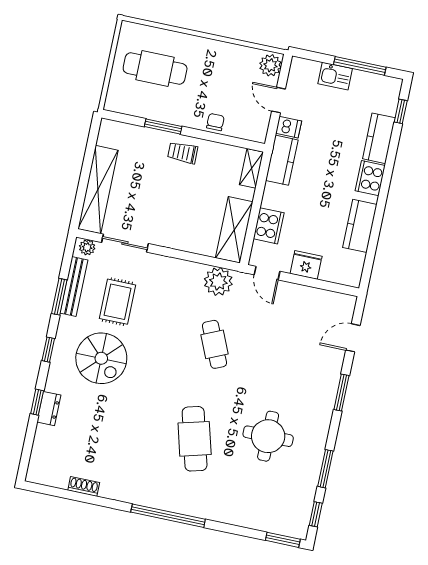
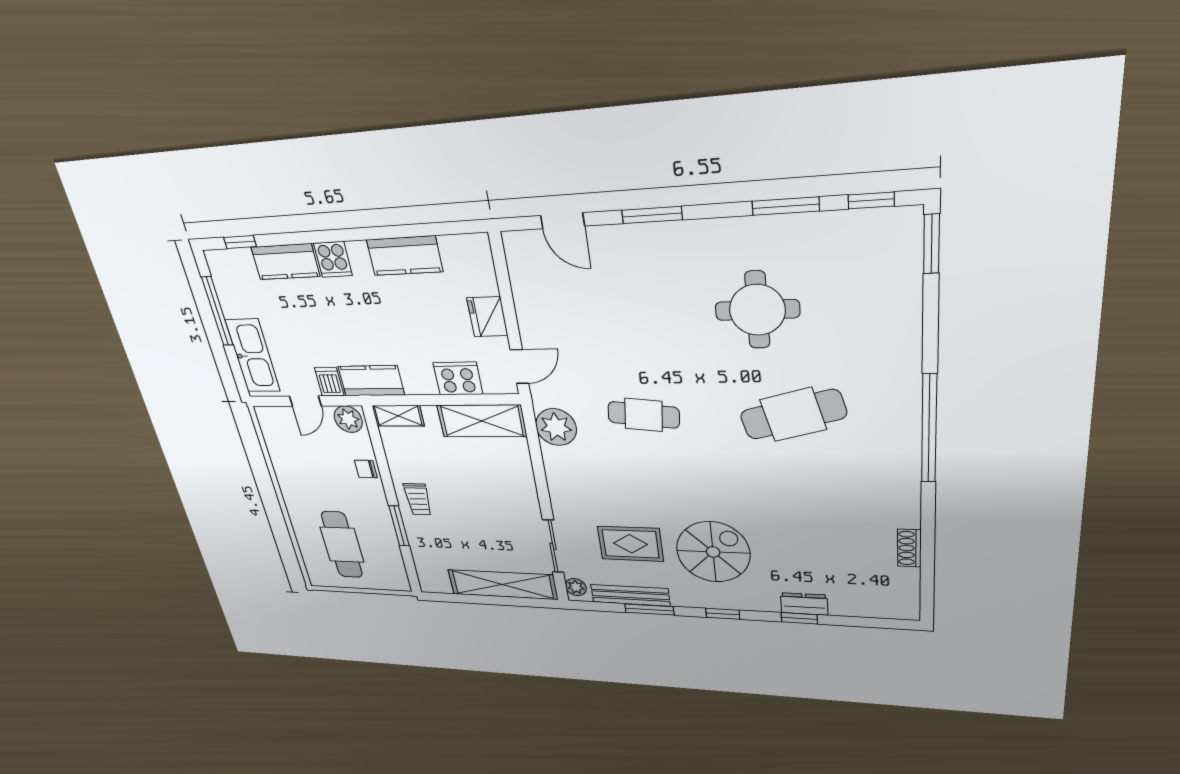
plant: (270, 65) -> (348, 419), moved
kitchen sink: (335, 76) -> (253, 356), width x1.87, depth x1.24
cooker: (370, 178) -> (333, 259), width x0.73
cafe table: (214, 344) -> (644, 415), turned 30

